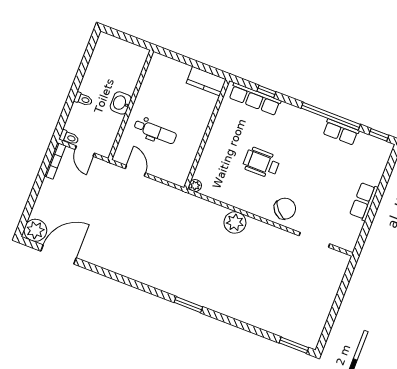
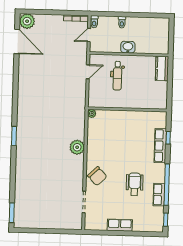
kitchen counter: (206, 81) -> (162, 68), moved
row of seats: (255, 99) -> (160, 146), moved
wheelchair: (261, 163) -> (135, 184), moved

